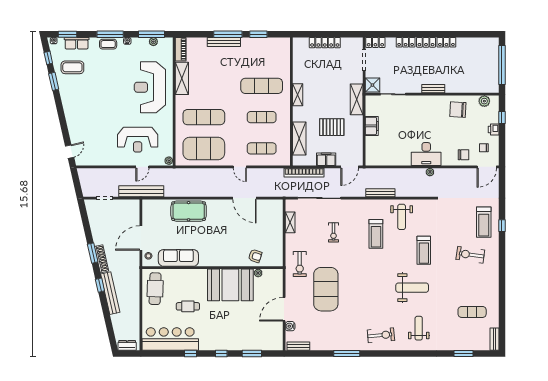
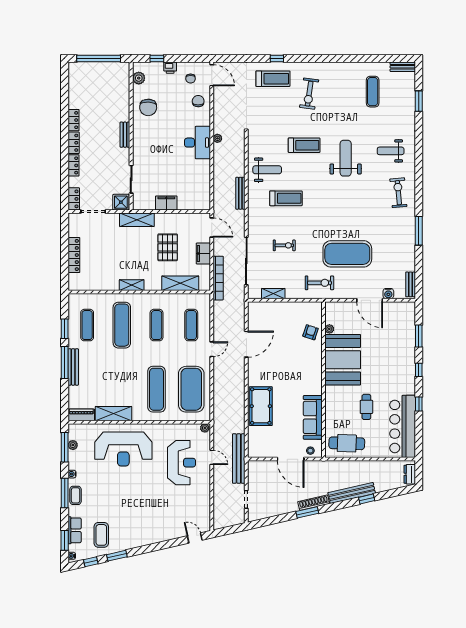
exercise mat: (262, 55) -> (87, 325), added
window: (100, 285) -> (367, 499), moved

